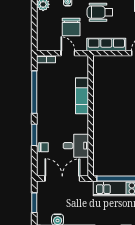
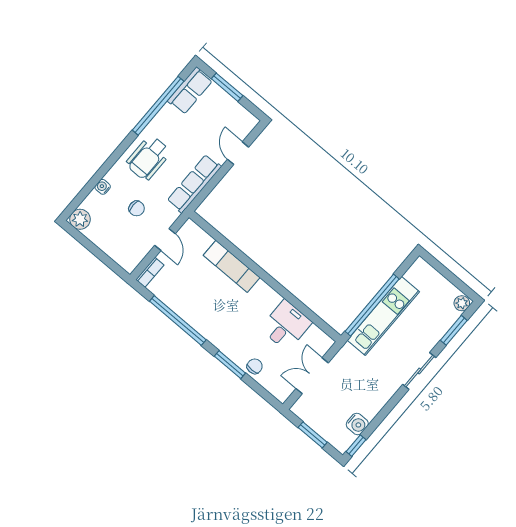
chair: (71, 27) -> (137, 208), width x0.54, depth x0.54
door: (68, 53) -> (165, 239), swing flipped
double door: (62, 179) -> (312, 376), width x0.73

